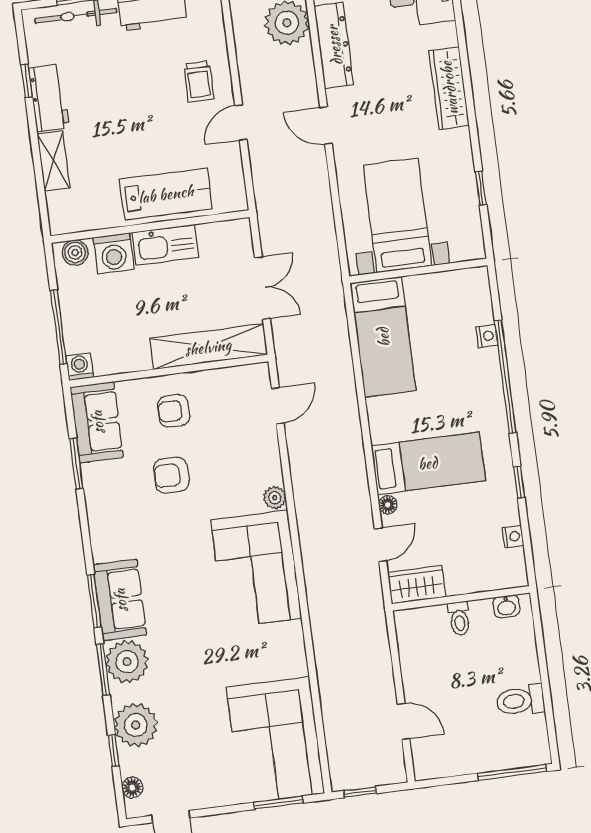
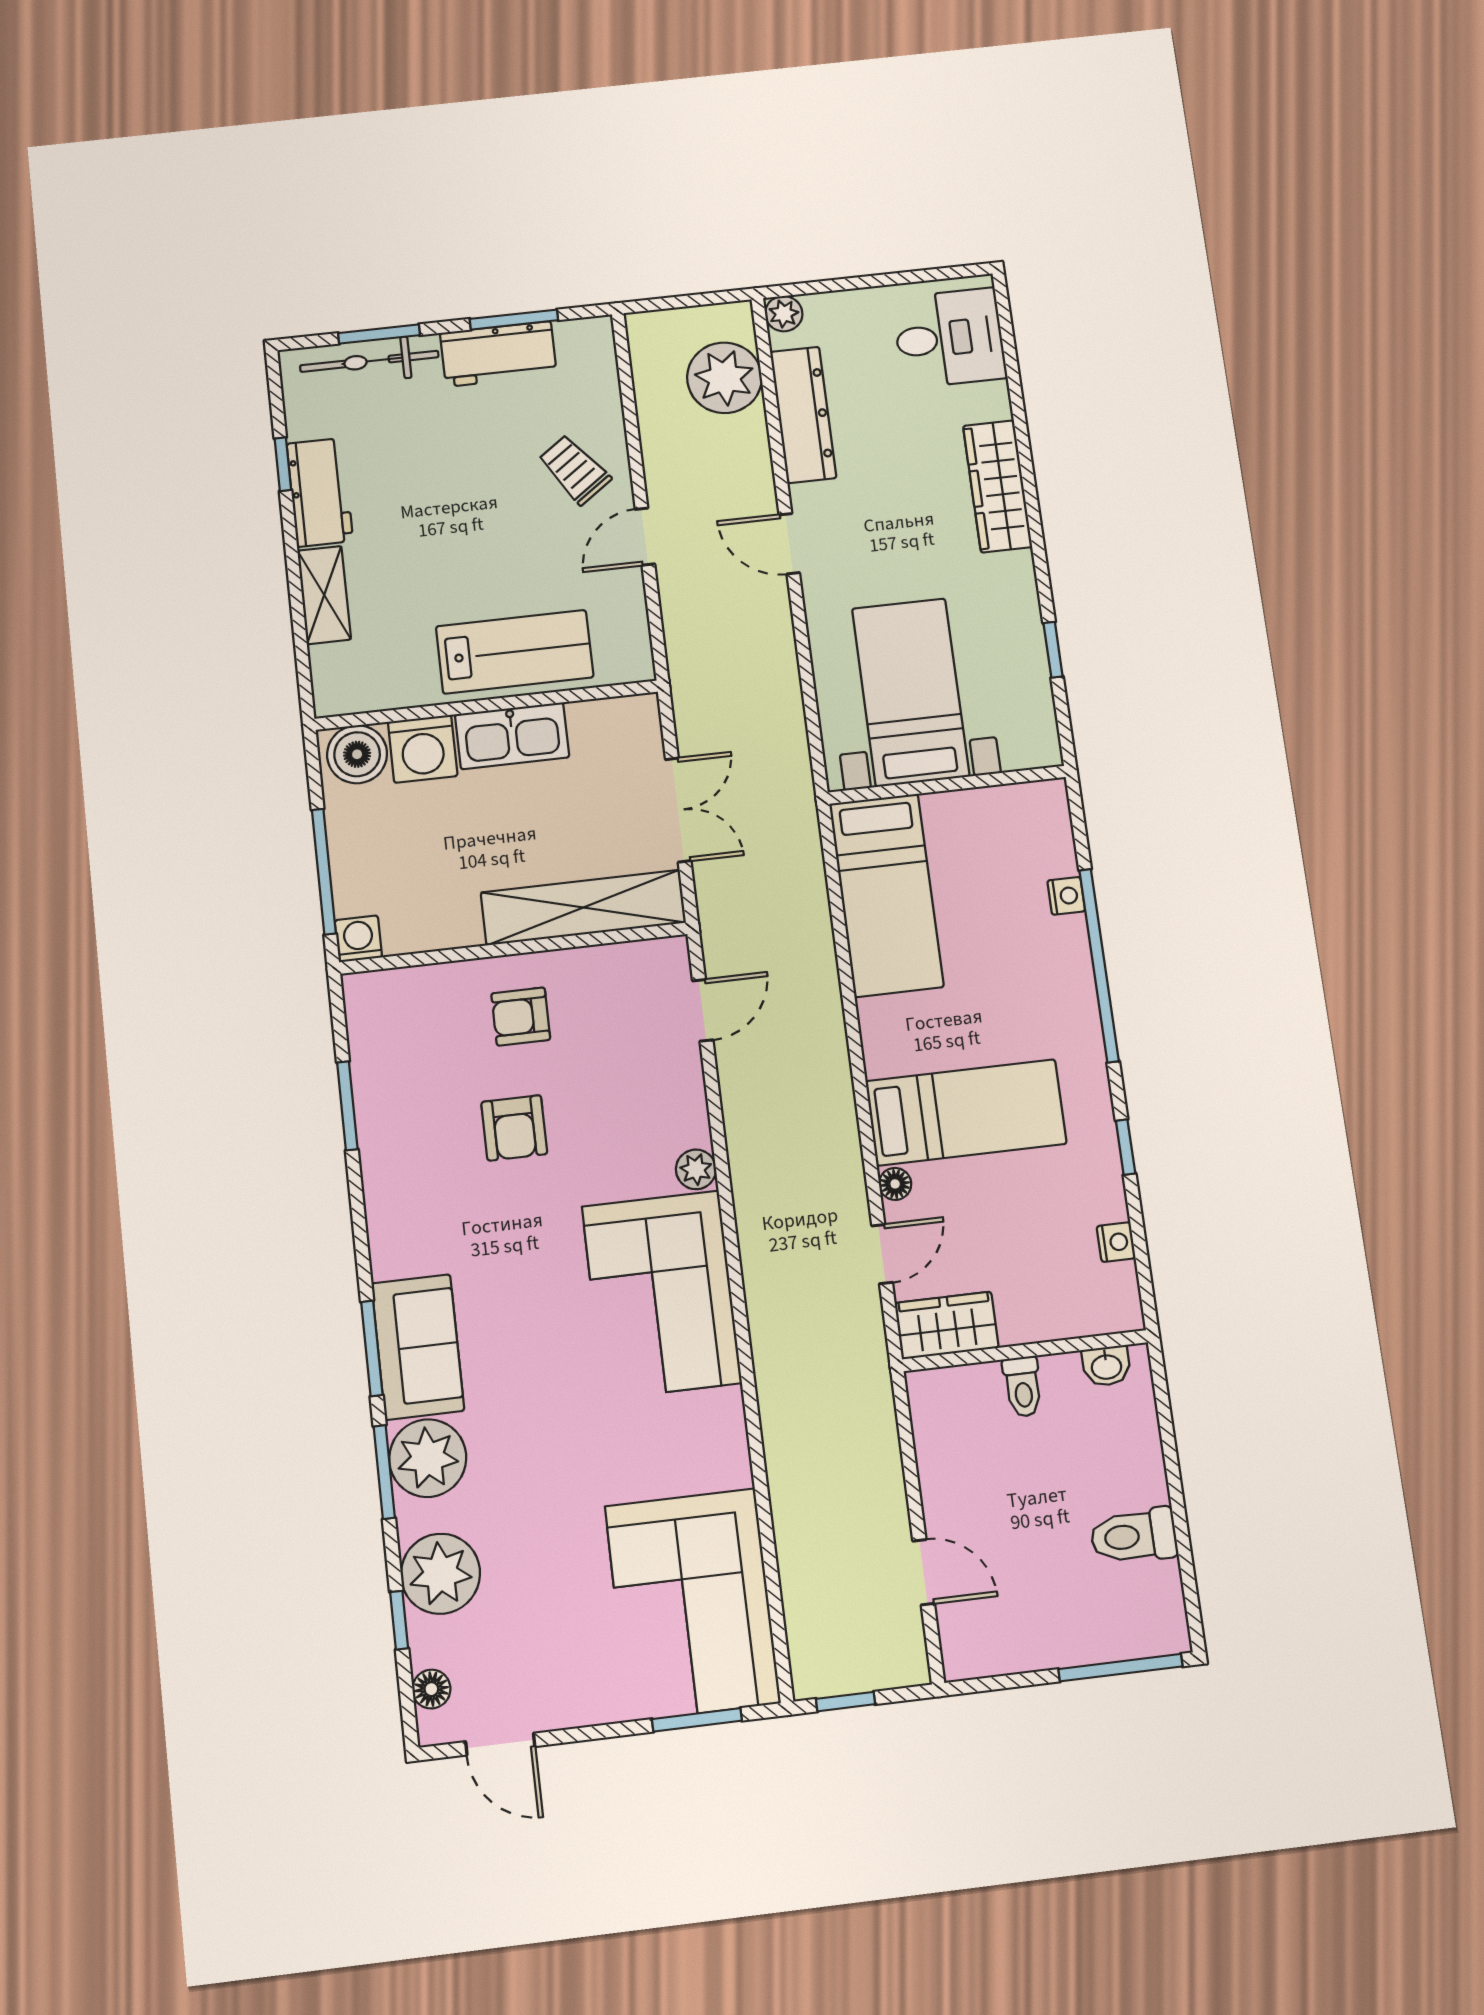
trolley: (199, 82) -> (574, 470), turned 144
boiler: (75, 253) -> (357, 754), width x1.36, depth x1.36
sofa: (97, 422) -> (385, 1035), removed
armchair: (171, 475) -> (514, 1128), turned -90

